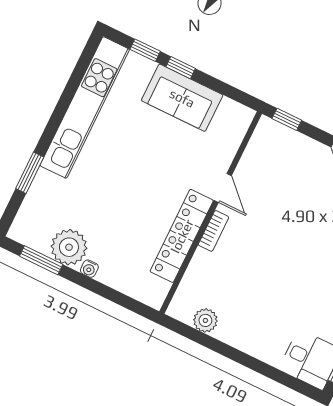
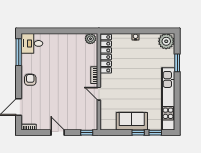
locker: (182, 236) -> (106, 54), moved
plant: (69, 247) -> (166, 41), moved
window: (41, 260) -> (156, 31), removed
plant: (205, 320) -> (90, 39), moved

